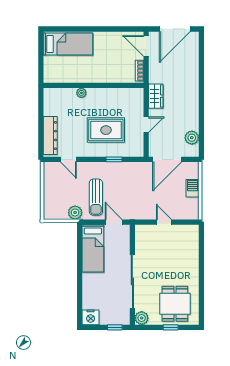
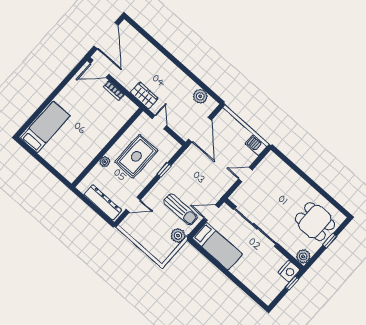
wall: (94, 85) -> (107, 147), moved
plant: (81, 93) -> (105, 162), moved
barbecue: (192, 188) -> (256, 145), moved
sliding door: (132, 281) -> (255, 226), moved
nightstand: (91, 317) -> (289, 271), moved

